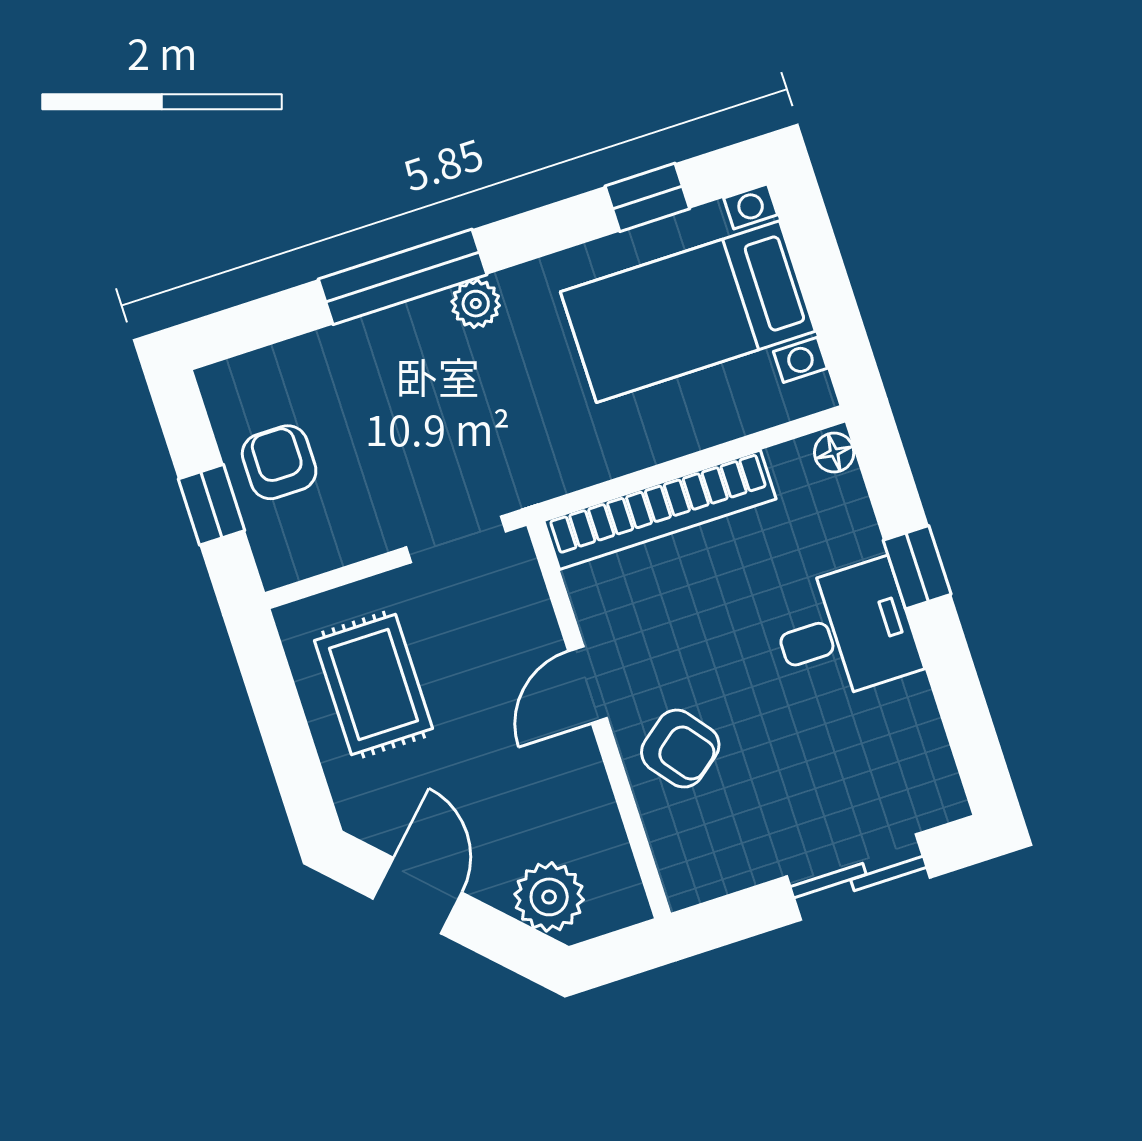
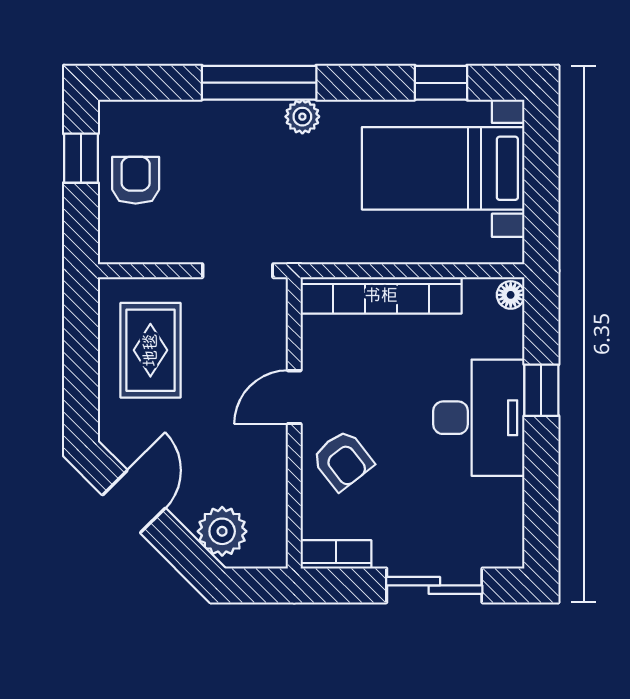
window: (212, 505) -> (81, 158), moved
desk: (845, 632) -> (479, 418), width x1.37
bookcase: (712, 878) -> (336, 554), added

